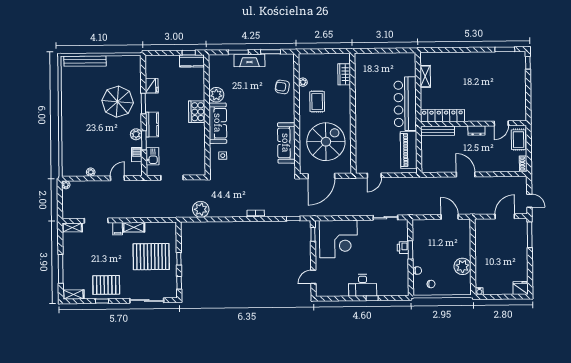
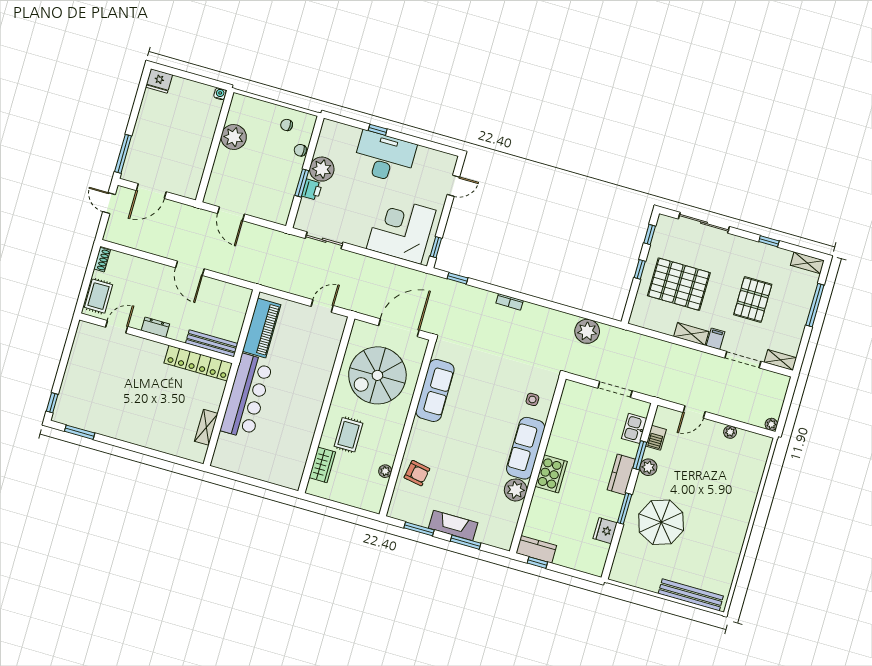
rug: (317, 101) -> (348, 435), moved
plant: (400, 263) -> (322, 169), added
pallet: (106, 285) -> (753, 300), moved, turned 90
desk: (363, 285) -> (385, 157), width x1.36, depth x1.30

